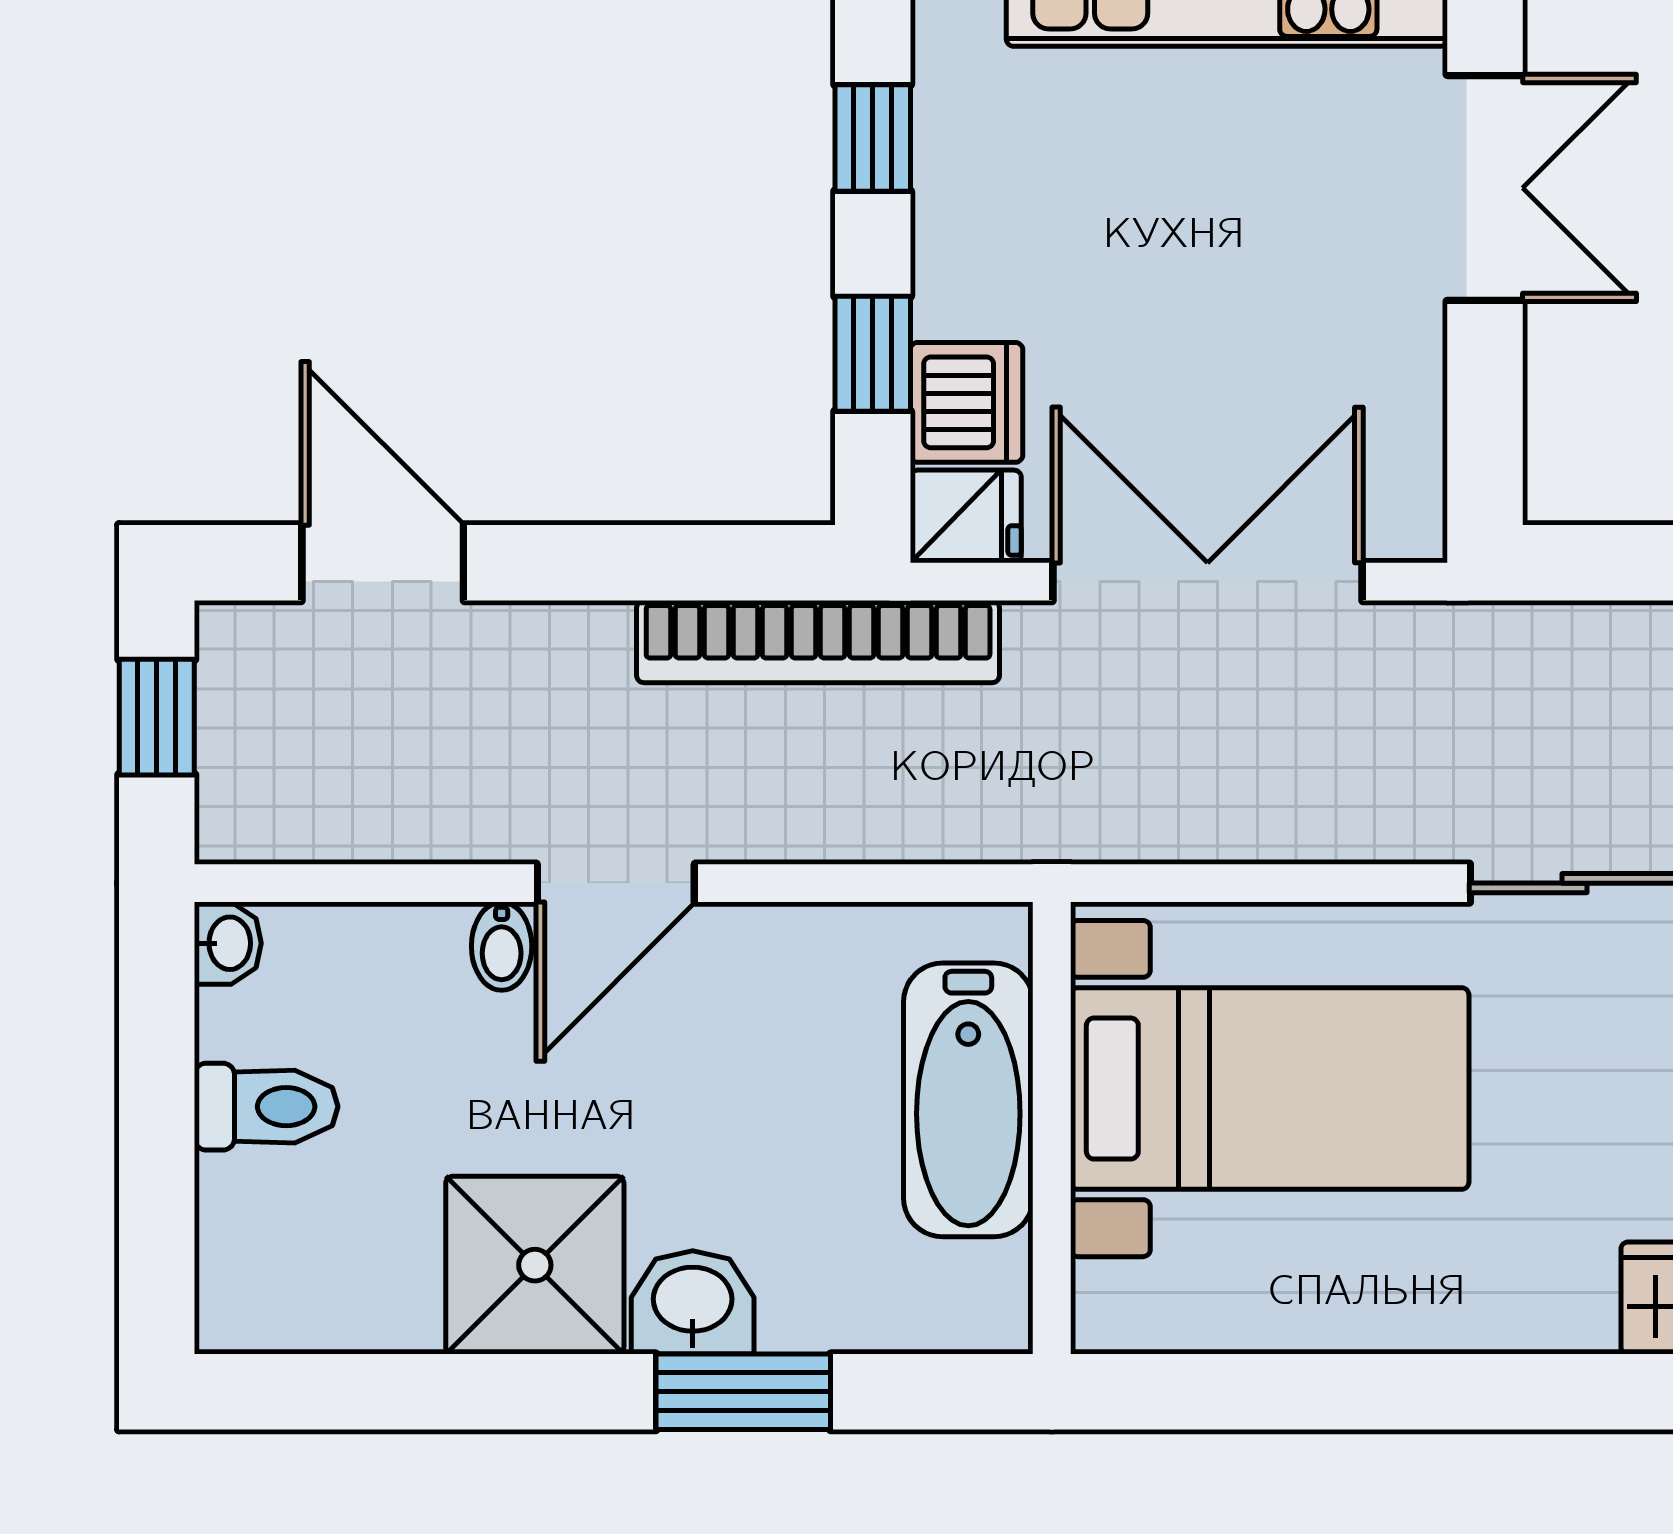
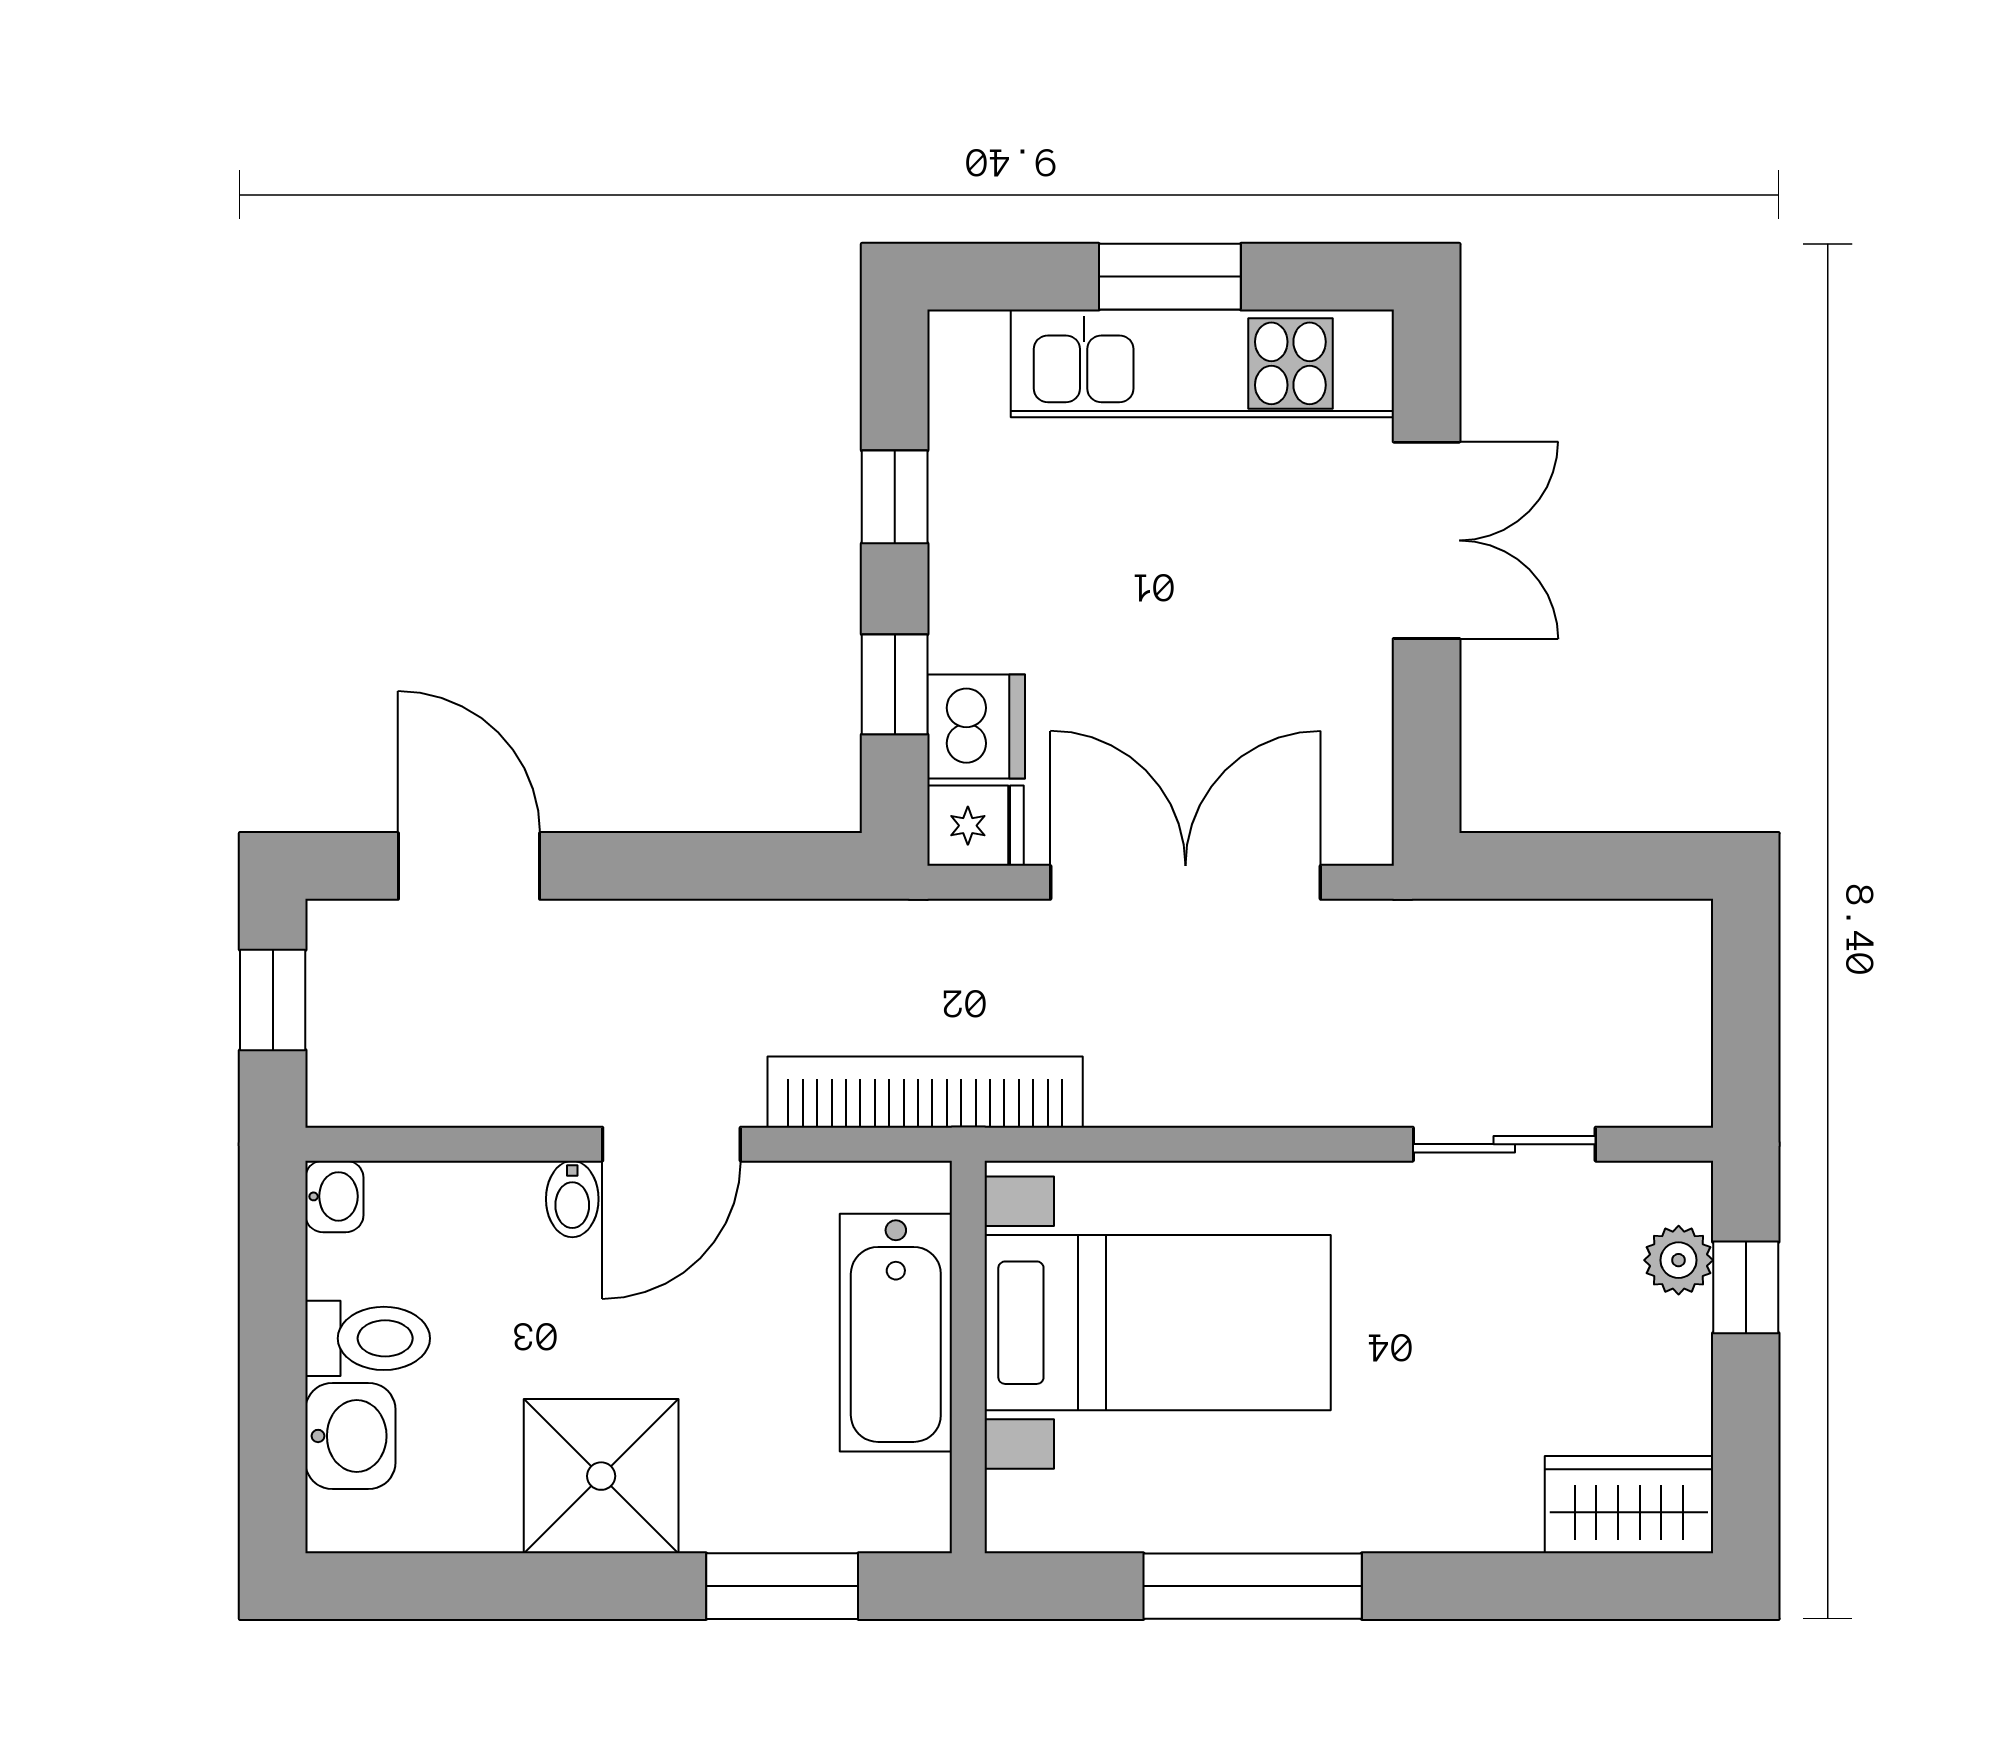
bookcase: (818, 642) -> (925, 1092), moved, turned 180
bed with nightstands: (1270, 1089) -> (1158, 1323), moved
bathtub: (968, 1100) -> (896, 1333), moved
wall: (1052, 1128) -> (968, 1357), moved
washbasin: (693, 1302) -> (350, 1436), moved, turned 90
window: (1285, 1392) -> (1253, 1586), added

